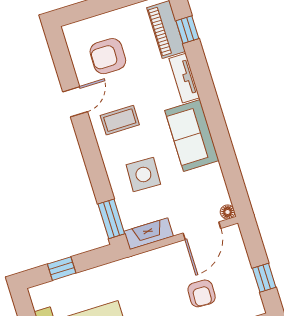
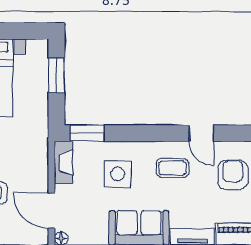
coffee table: (120, 120) -> (173, 168), turned 90
window: (62, 269) -> (56, 75), width x1.50

